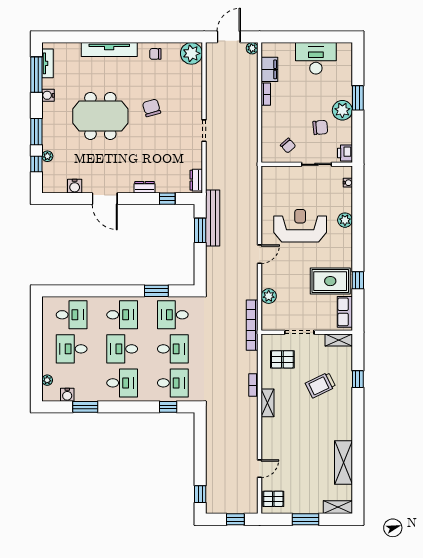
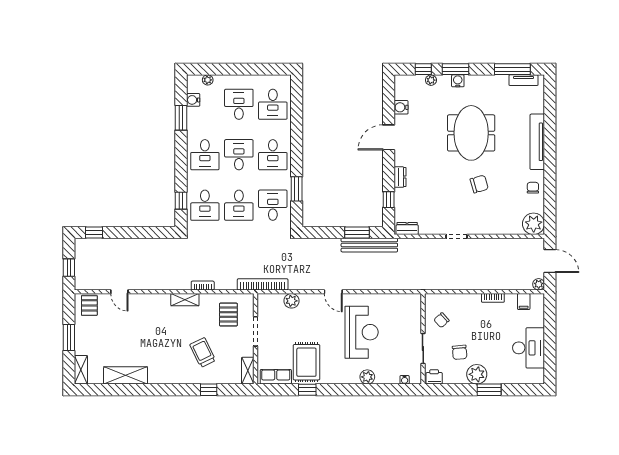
filing cabinet: (269, 69) -> (524, 302), width x0.50
water cooler: (48, 95) -> (458, 81), moved

